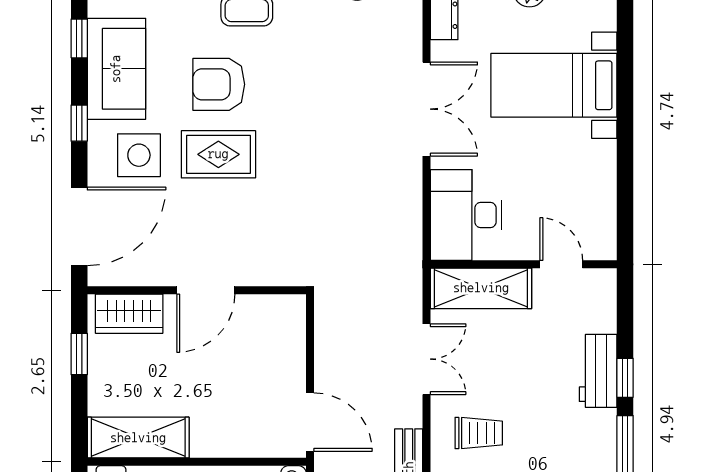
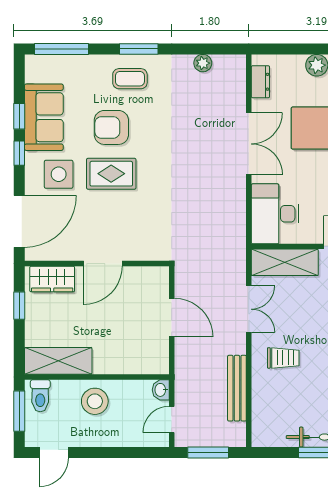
window: (79, 38) -> (19, 116), moved
door: (310, 422) -> (172, 318), moved

